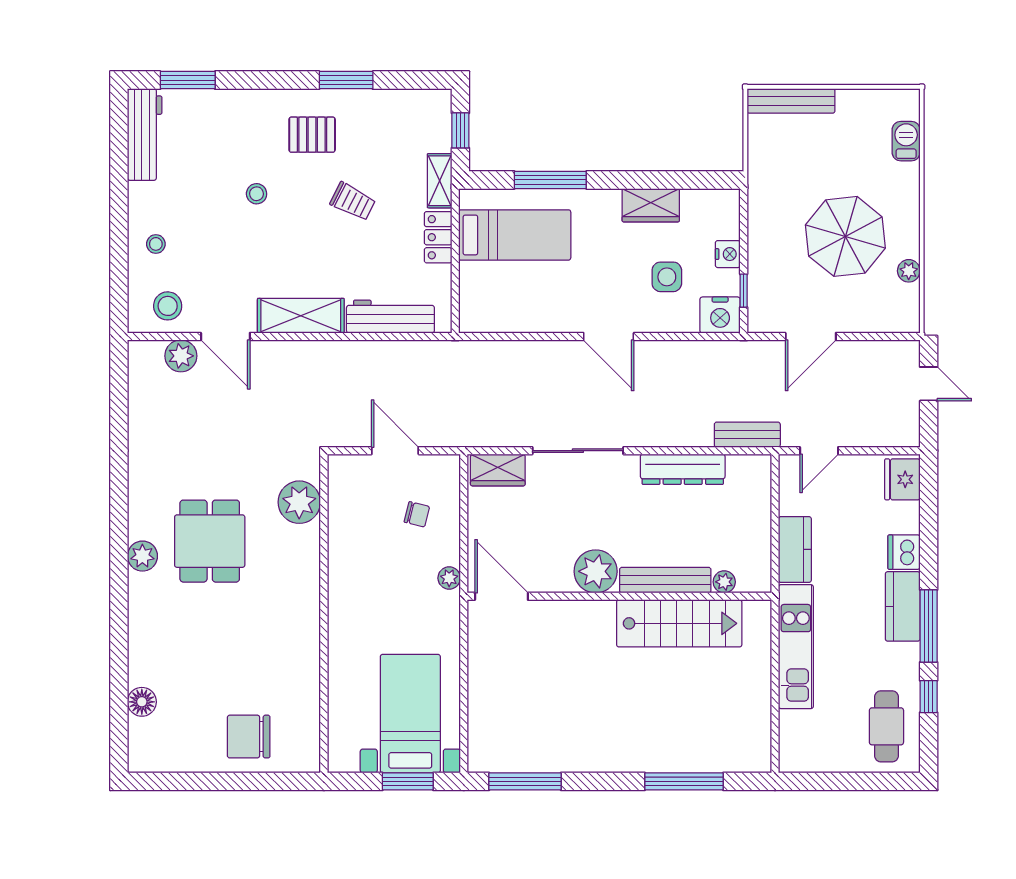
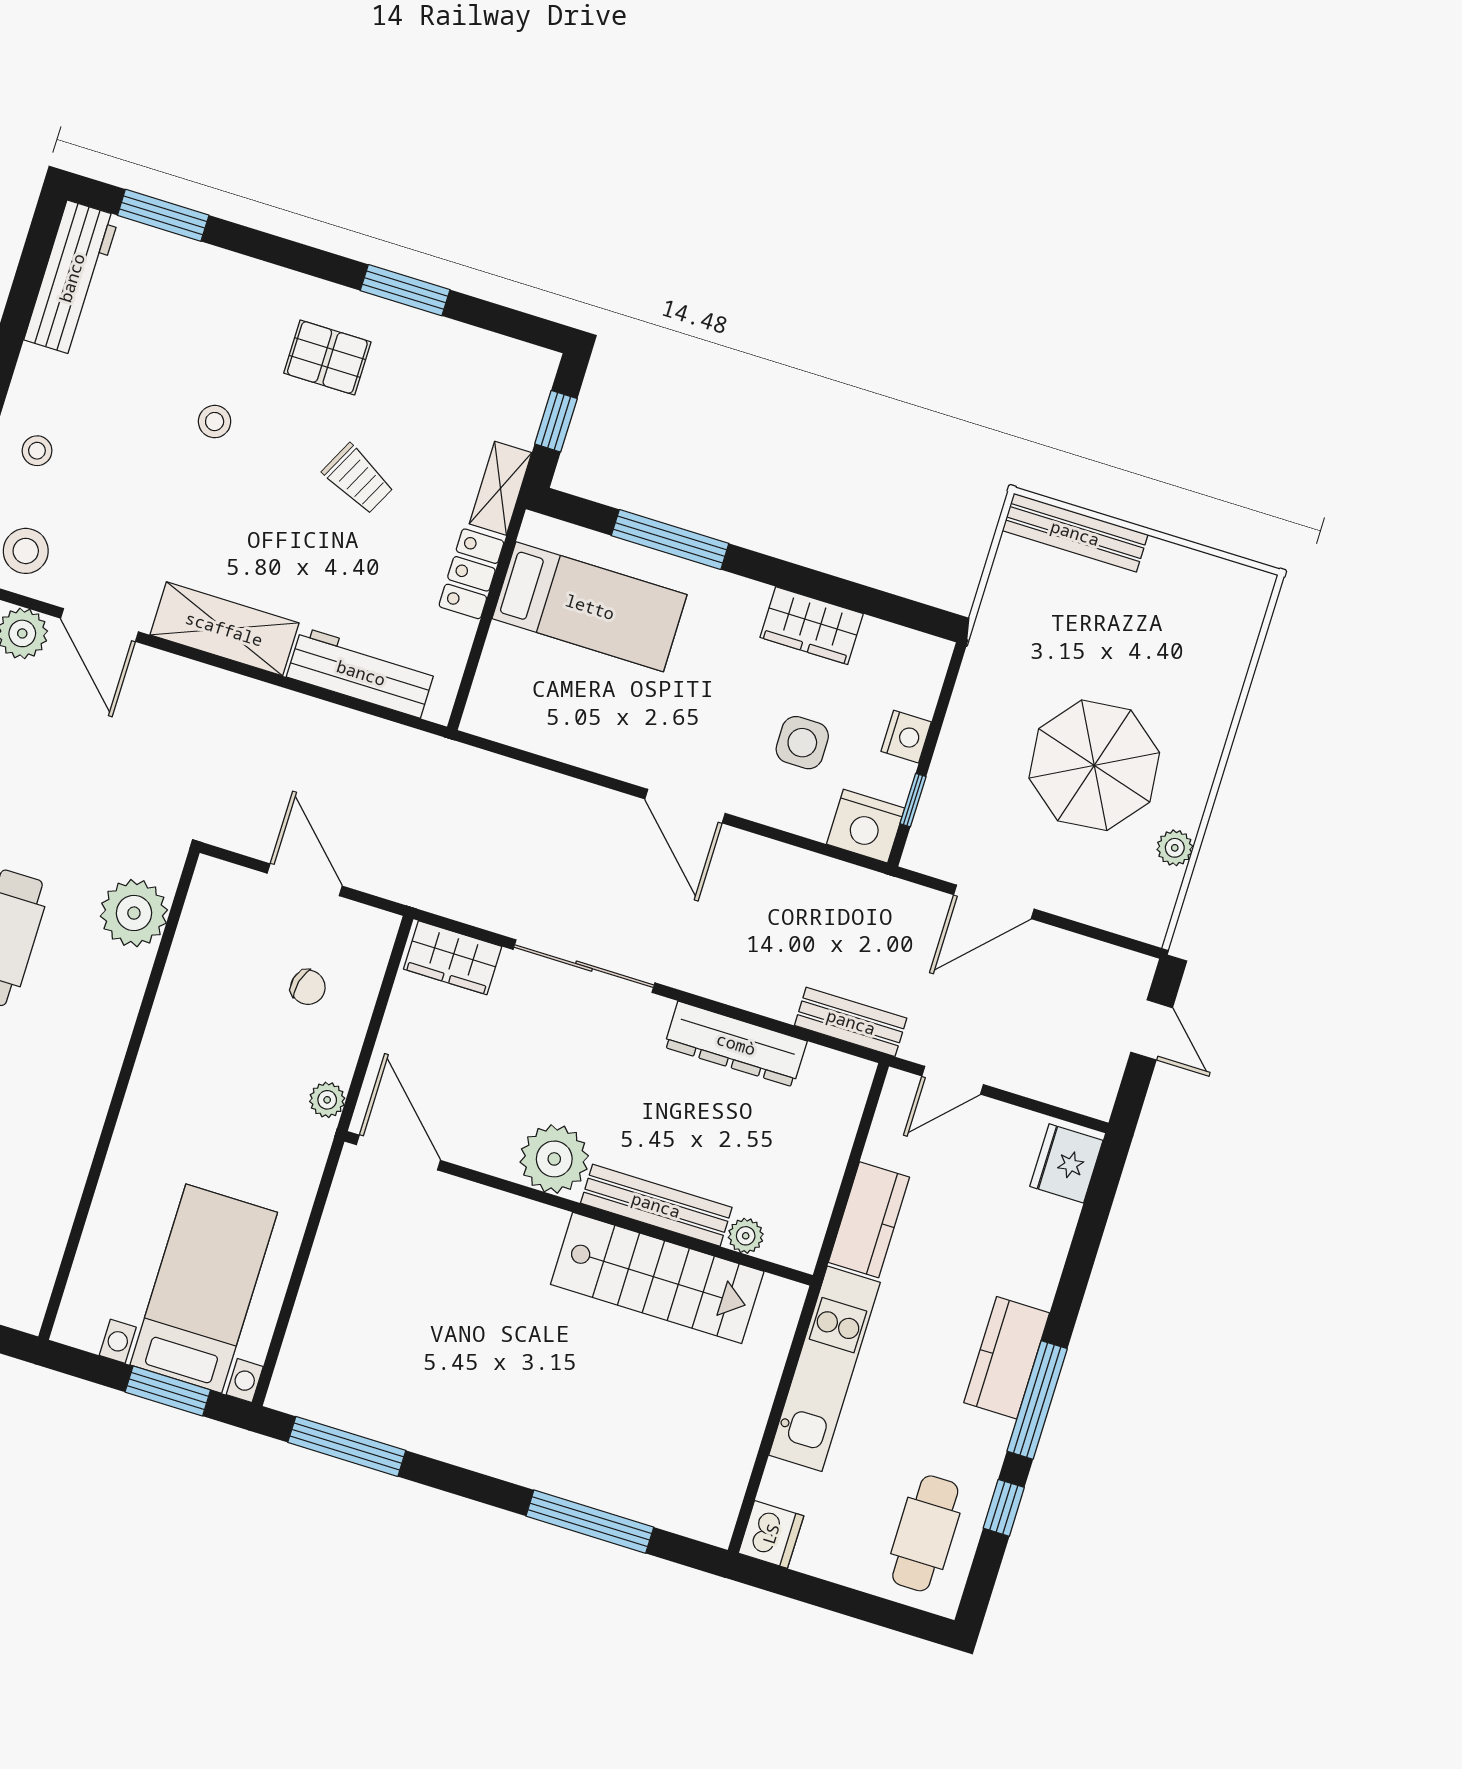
barbecue: (906, 141) -> (1232, 648), removed
dishwasher: (904, 552) -> (771, 1534), moved, turned 180

